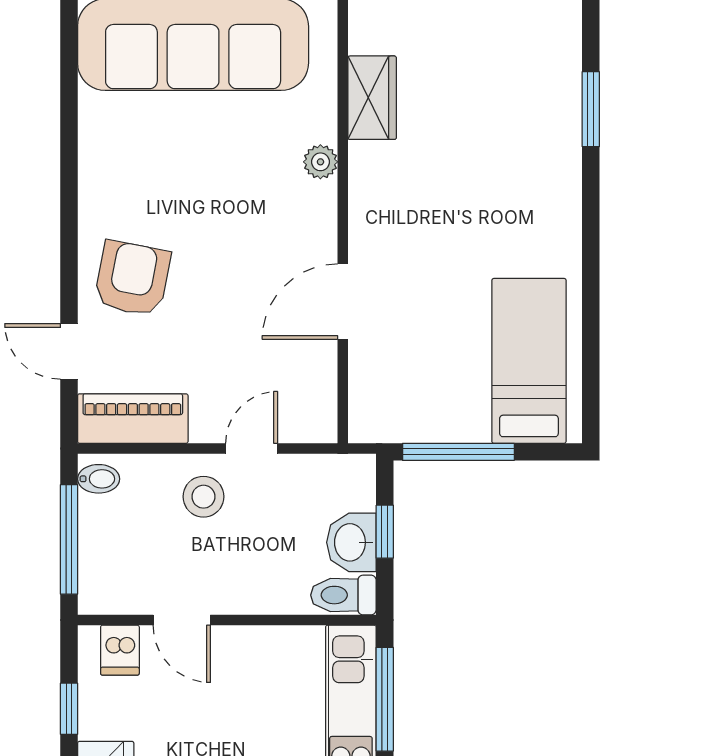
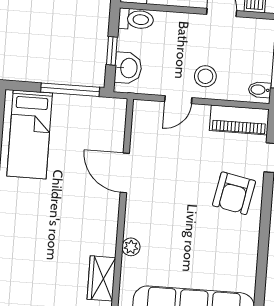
door: (343, 302) -> (125, 173), swing flipped
washbasin: (351, 542) -> (128, 68), moved

